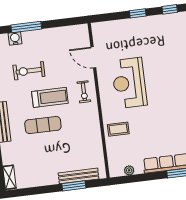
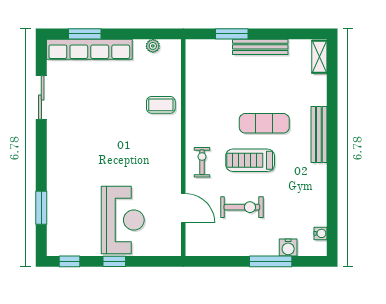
exercise bike: (29, 71) -> (242, 207), moved
reception desk: (129, 83) -> (123, 220), moved
bench: (78, 176) -> (260, 47), moved

